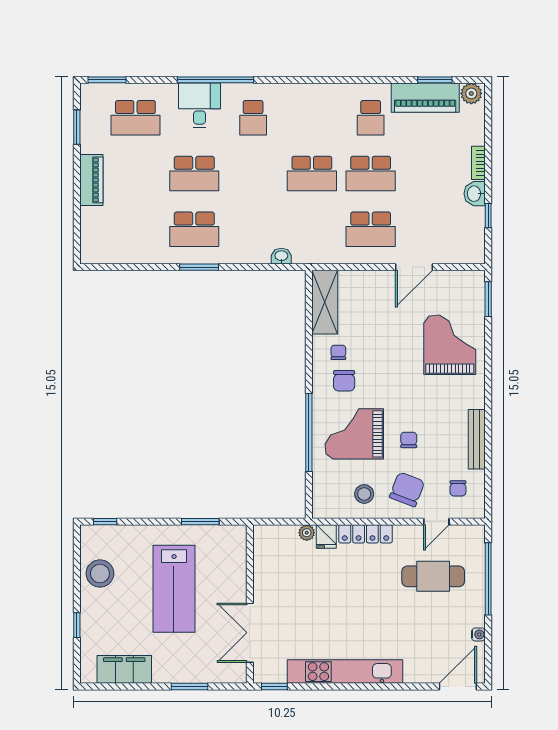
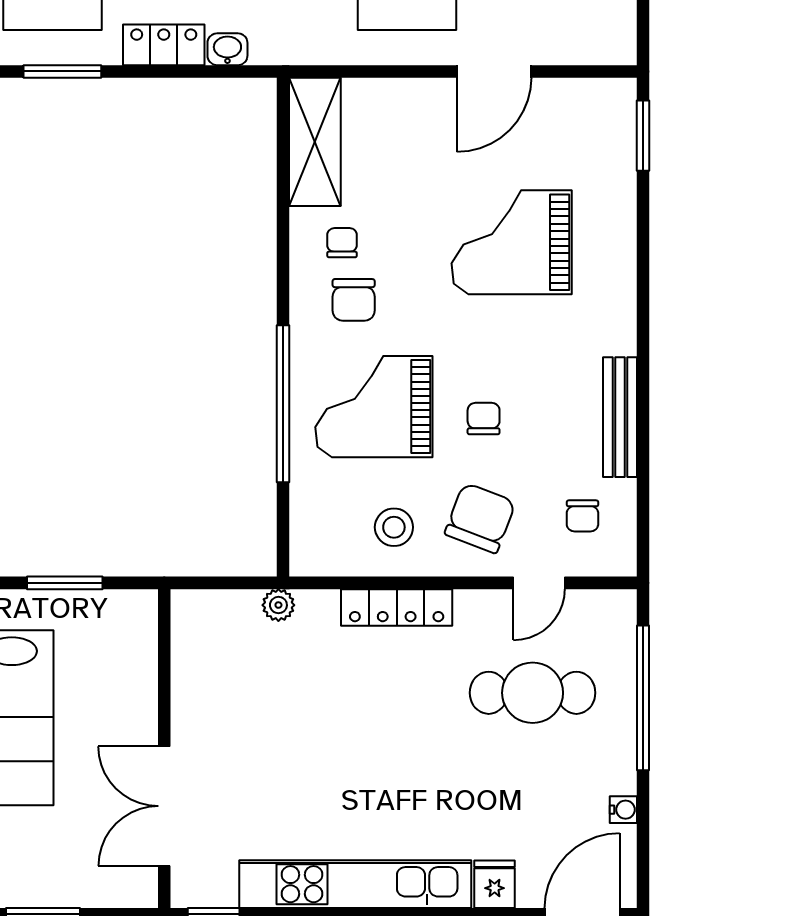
locker: (250, 254) -> (164, 45), added
grand piano: (450, 345) -> (512, 242), moved, turned -90
fridge: (326, 537) -> (495, 884), moved, turned 180

